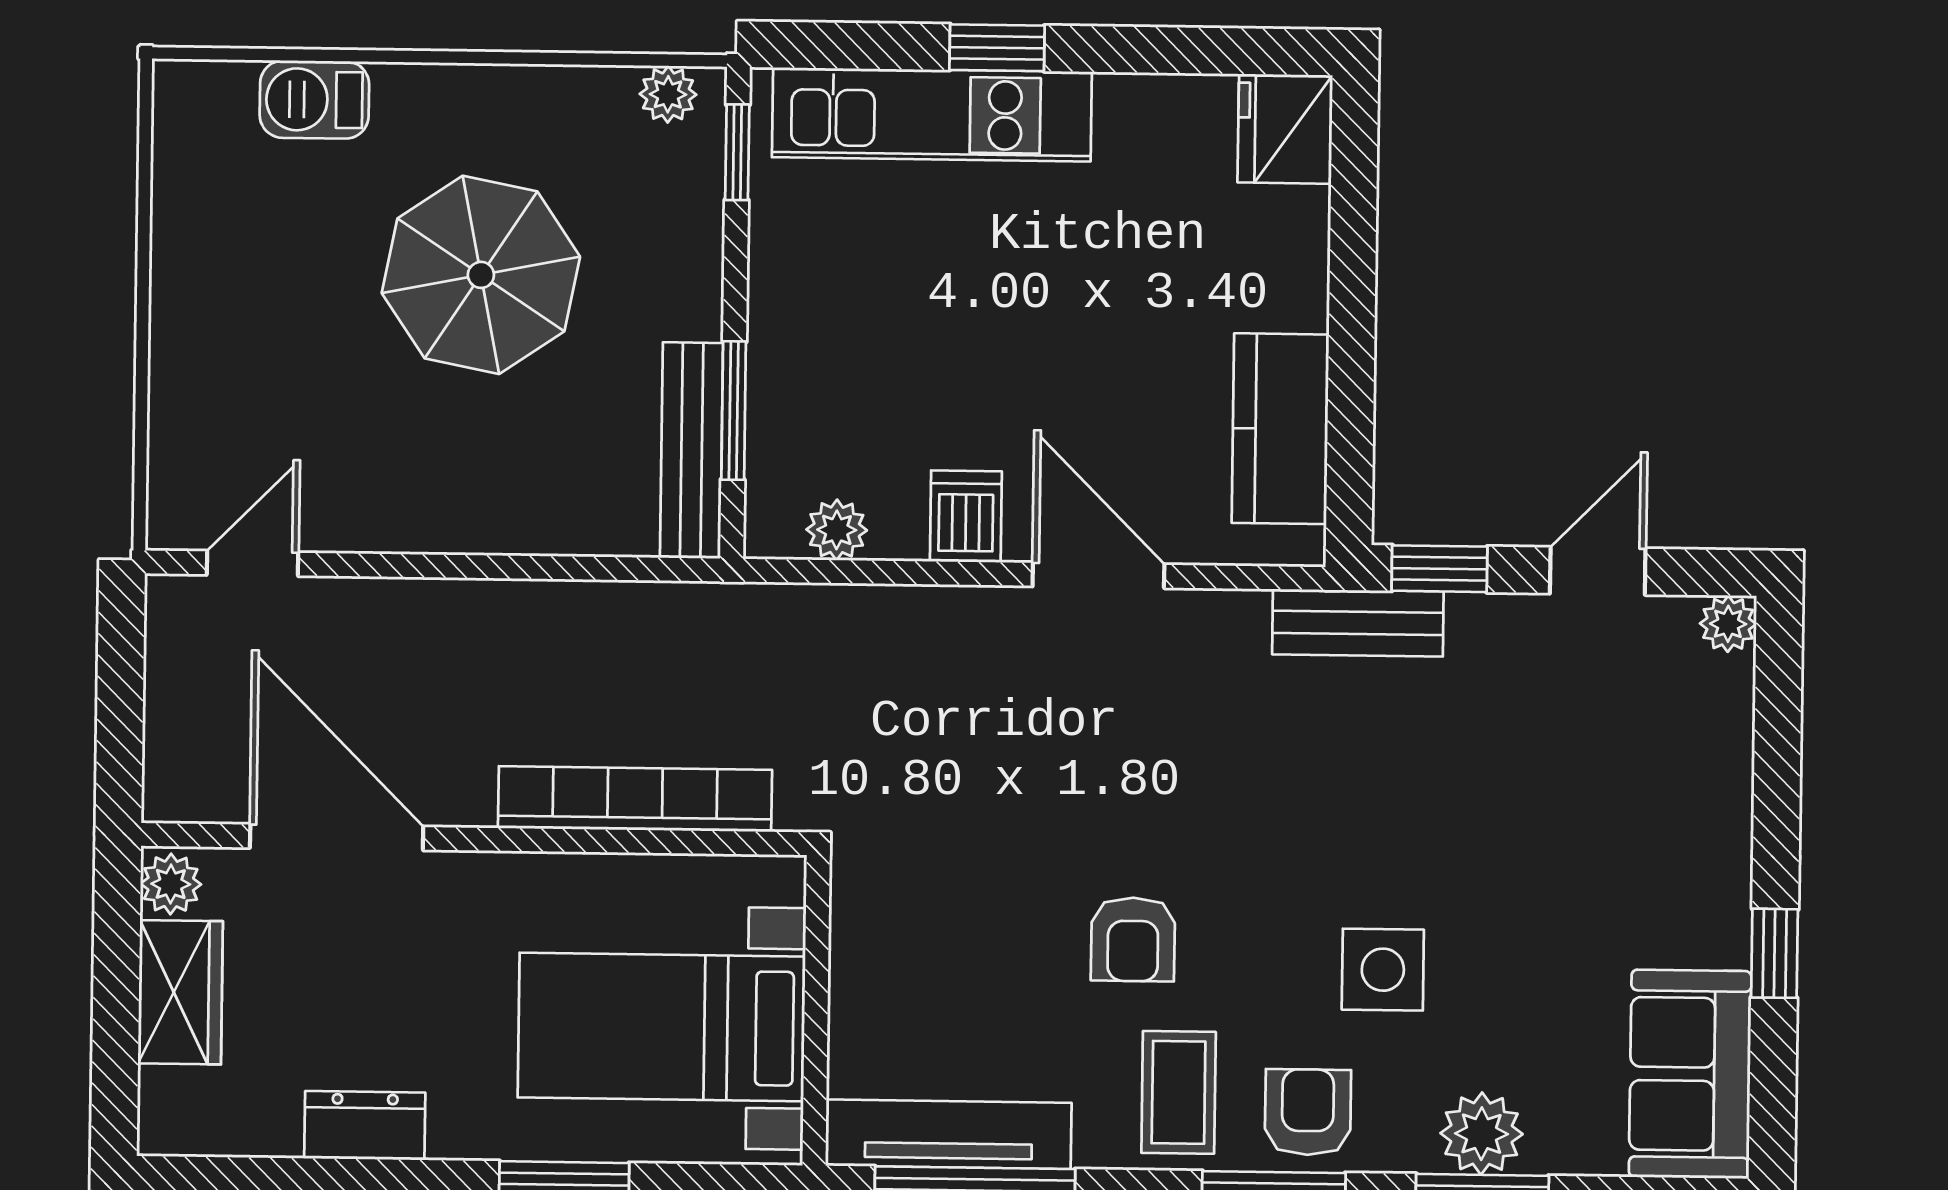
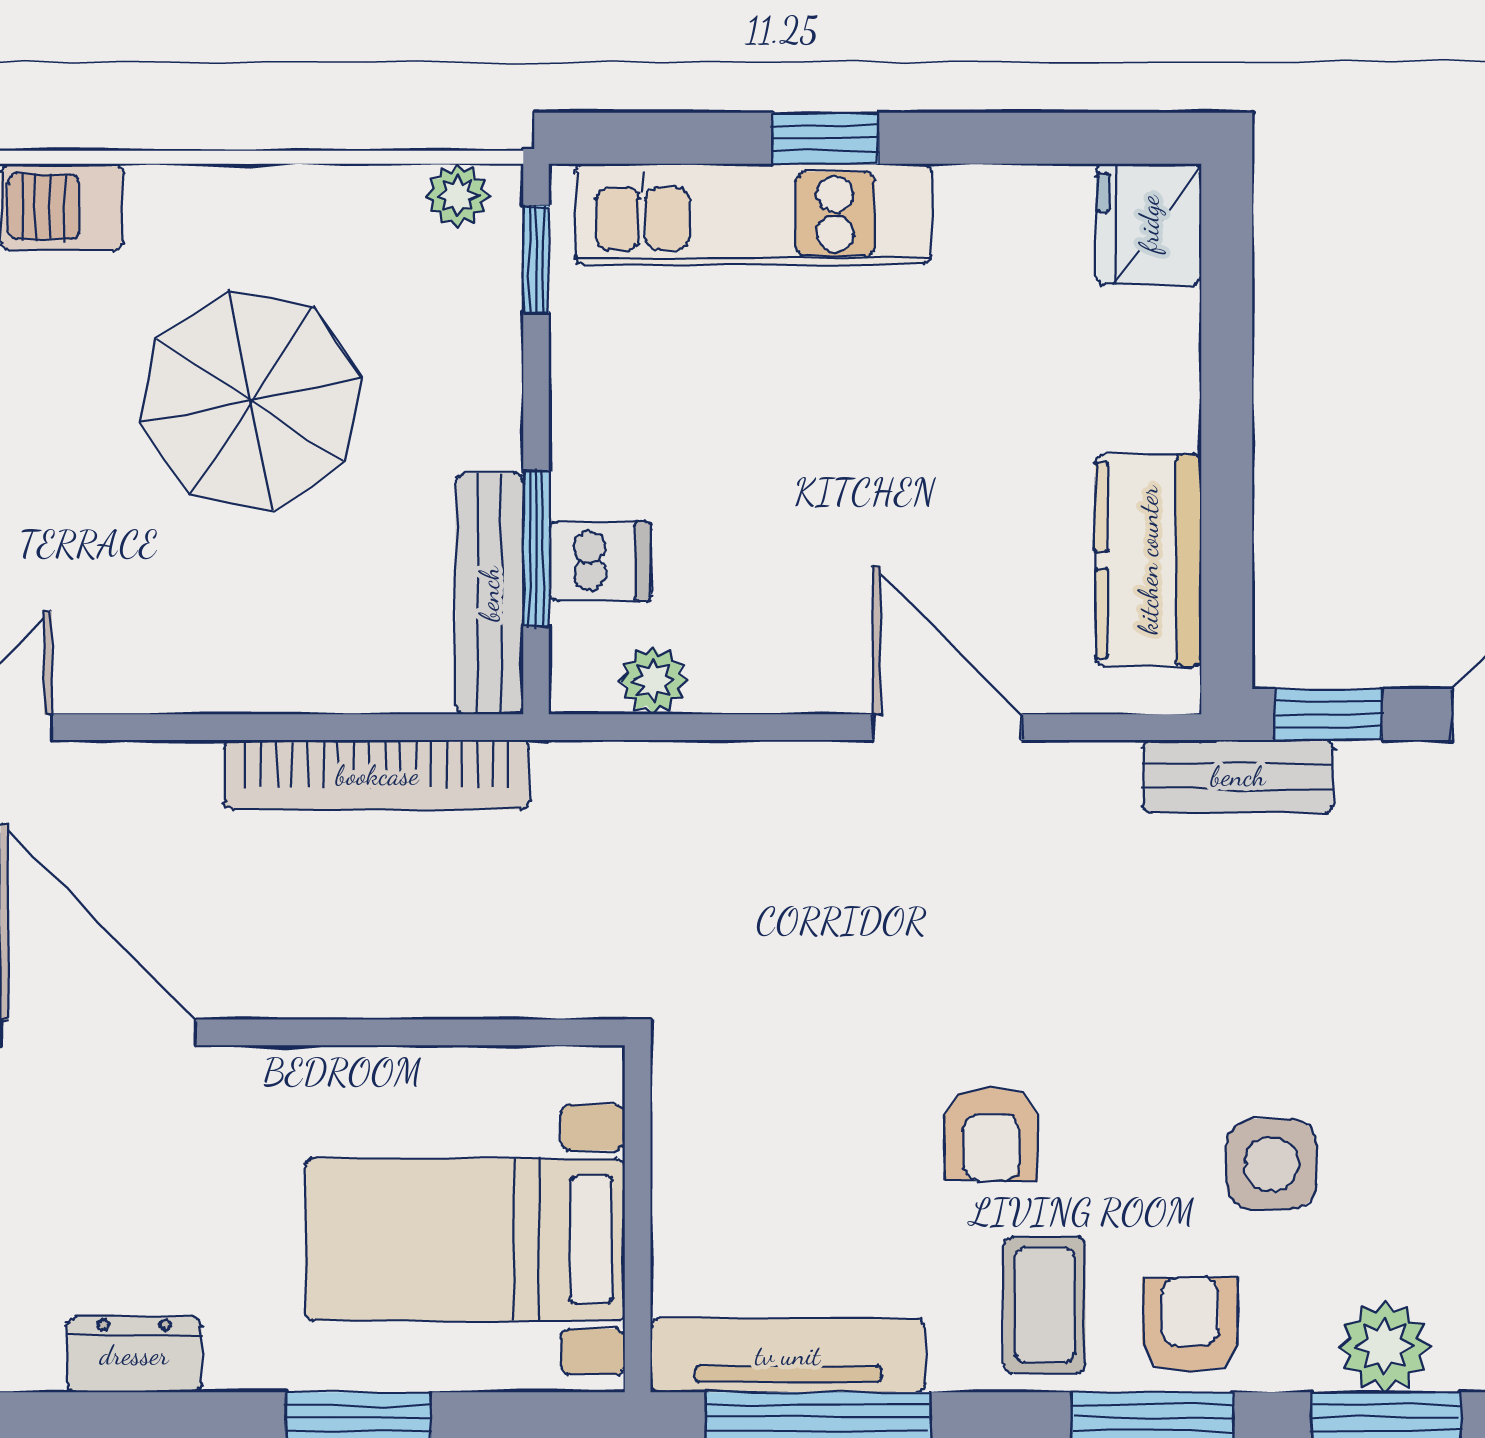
dishwasher: (966, 516) -> (600, 561), moved, turned 90
bookcase: (635, 799) -> (377, 775), moved, turned 180

